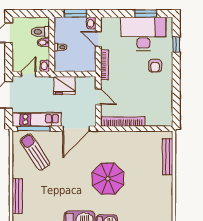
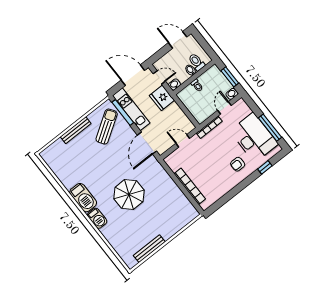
window: (146, 14) -> (270, 128), width x1.44
fridge: (64, 85) -> (162, 98), moved
door: (98, 97) -> (183, 141), swing flipped
bookcase: (123, 121) -> (190, 186), moved
door: (76, 129) -> (147, 143), hinge flipped
bench: (168, 157) -> (149, 249), moved
bench: (17, 196) -> (76, 130), moved

